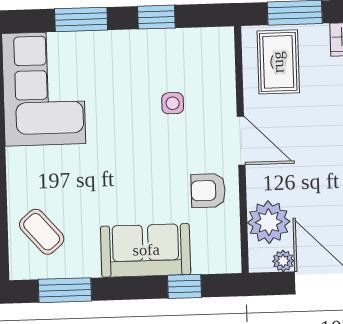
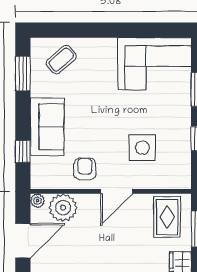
rug: (278, 62) -> (167, 217), turned 90
side table: (173, 103) -> (142, 148), width x1.87, depth x1.87
plant: (283, 261) -> (37, 201), moved

